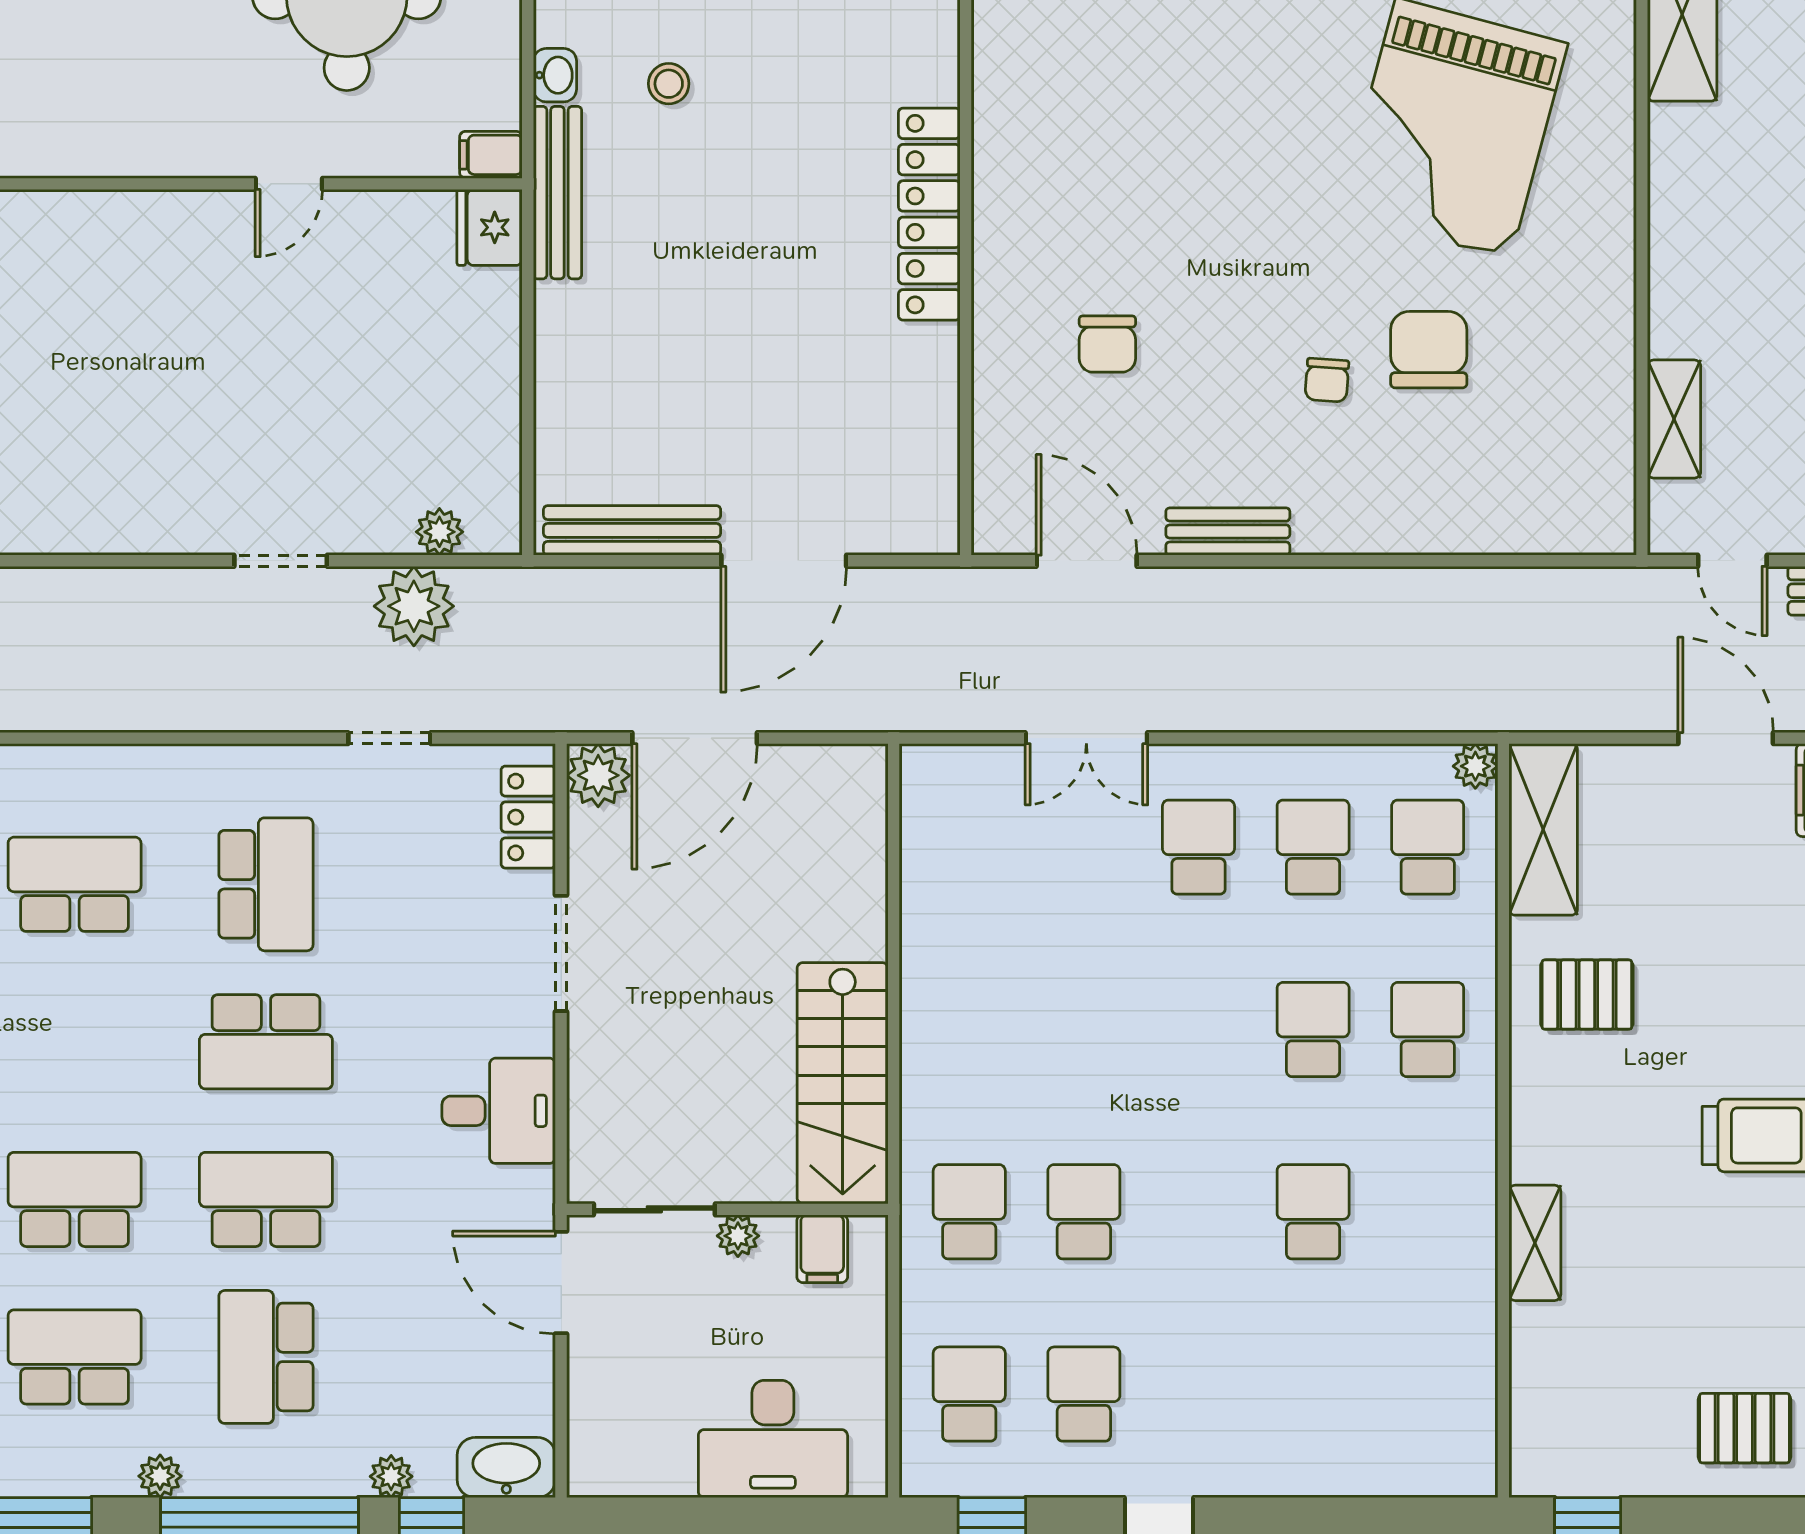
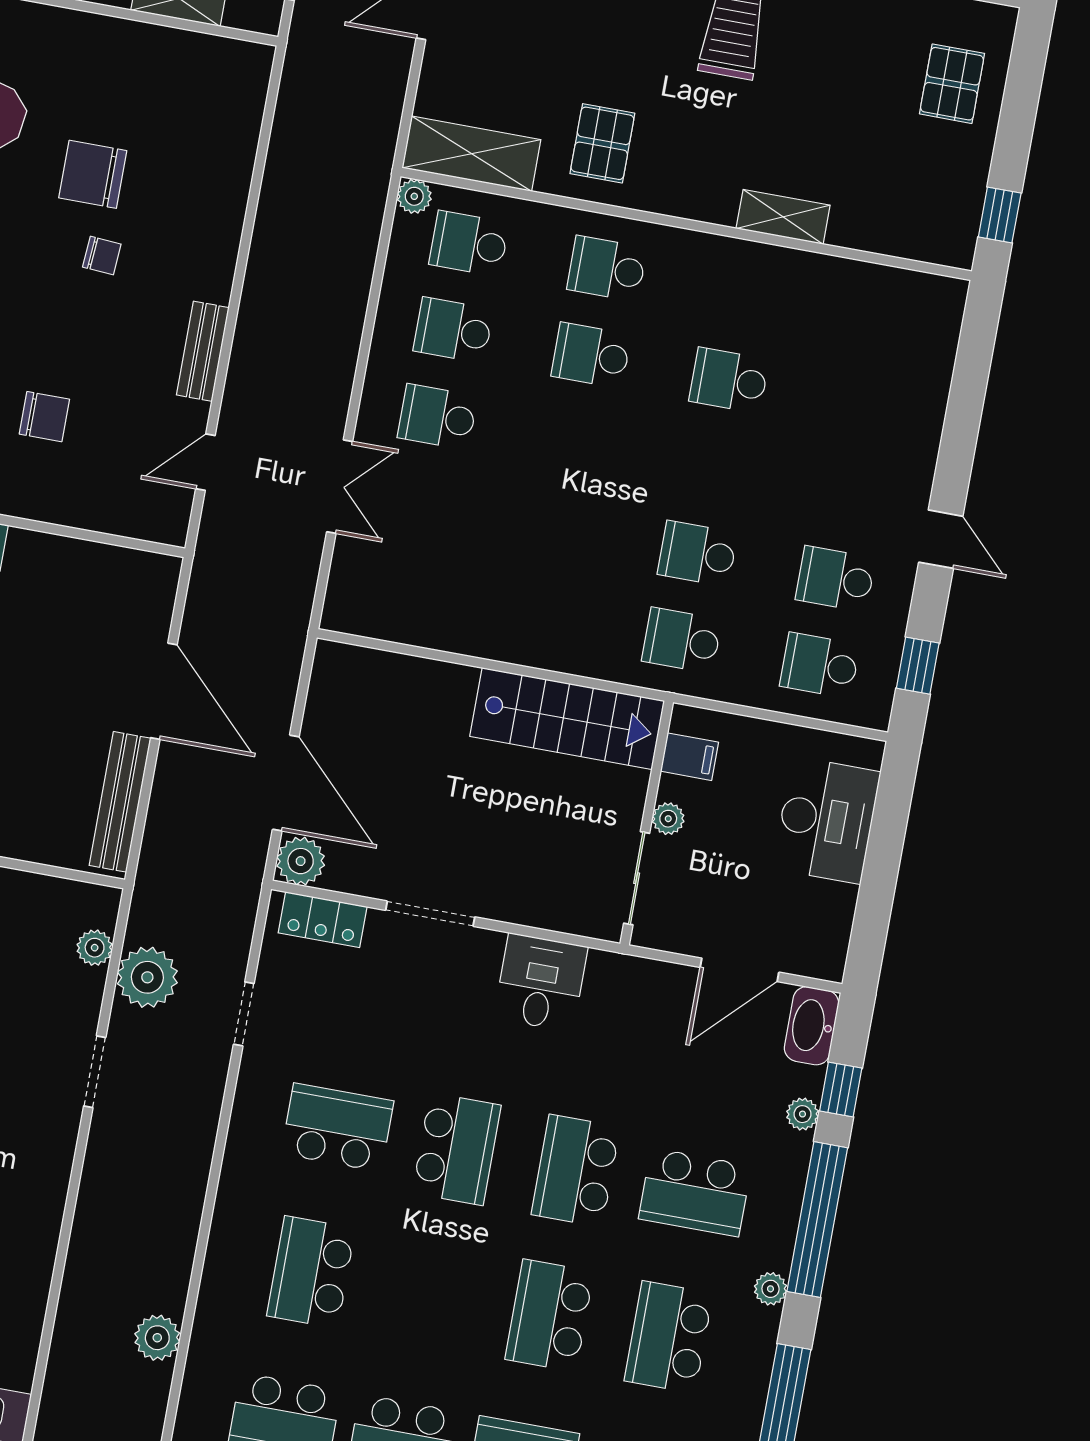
door: (1087, 561) -> (205, 462), width x0.73
door: (561, 1282) -> (739, 970), moved

